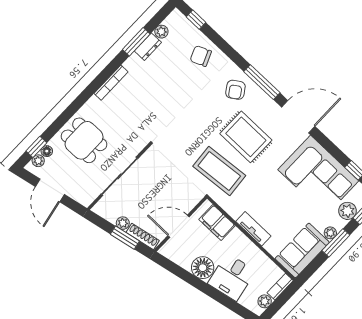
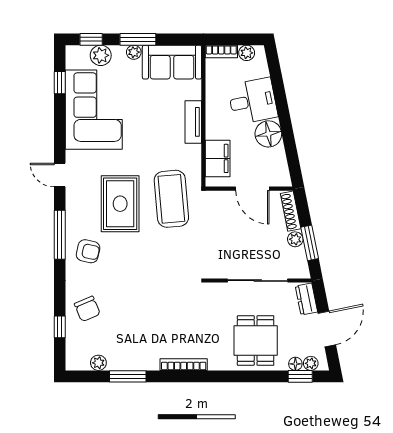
window: (196, 20) -> (60, 327), moved
dresser: (148, 47) -> (306, 299), moved, turned -101
armchair: (235, 90) -> (88, 251), turned 47
door: (298, 117) -> (60, 175), width x0.53
window: (125, 238) -> (310, 243), moved

